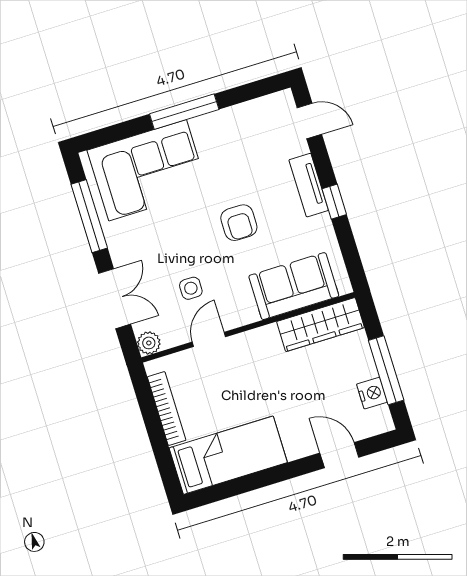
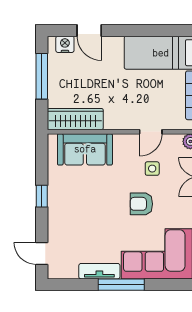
tv unit: (309, 185) -> (99, 271), moved, turned -90
armchair: (239, 223) -> (141, 204), moved, turned -90
nightstand: (372, 393) -> (65, 44), moved, turned 90

